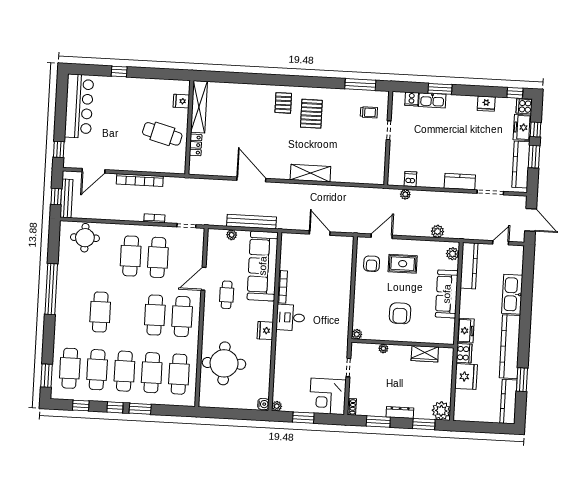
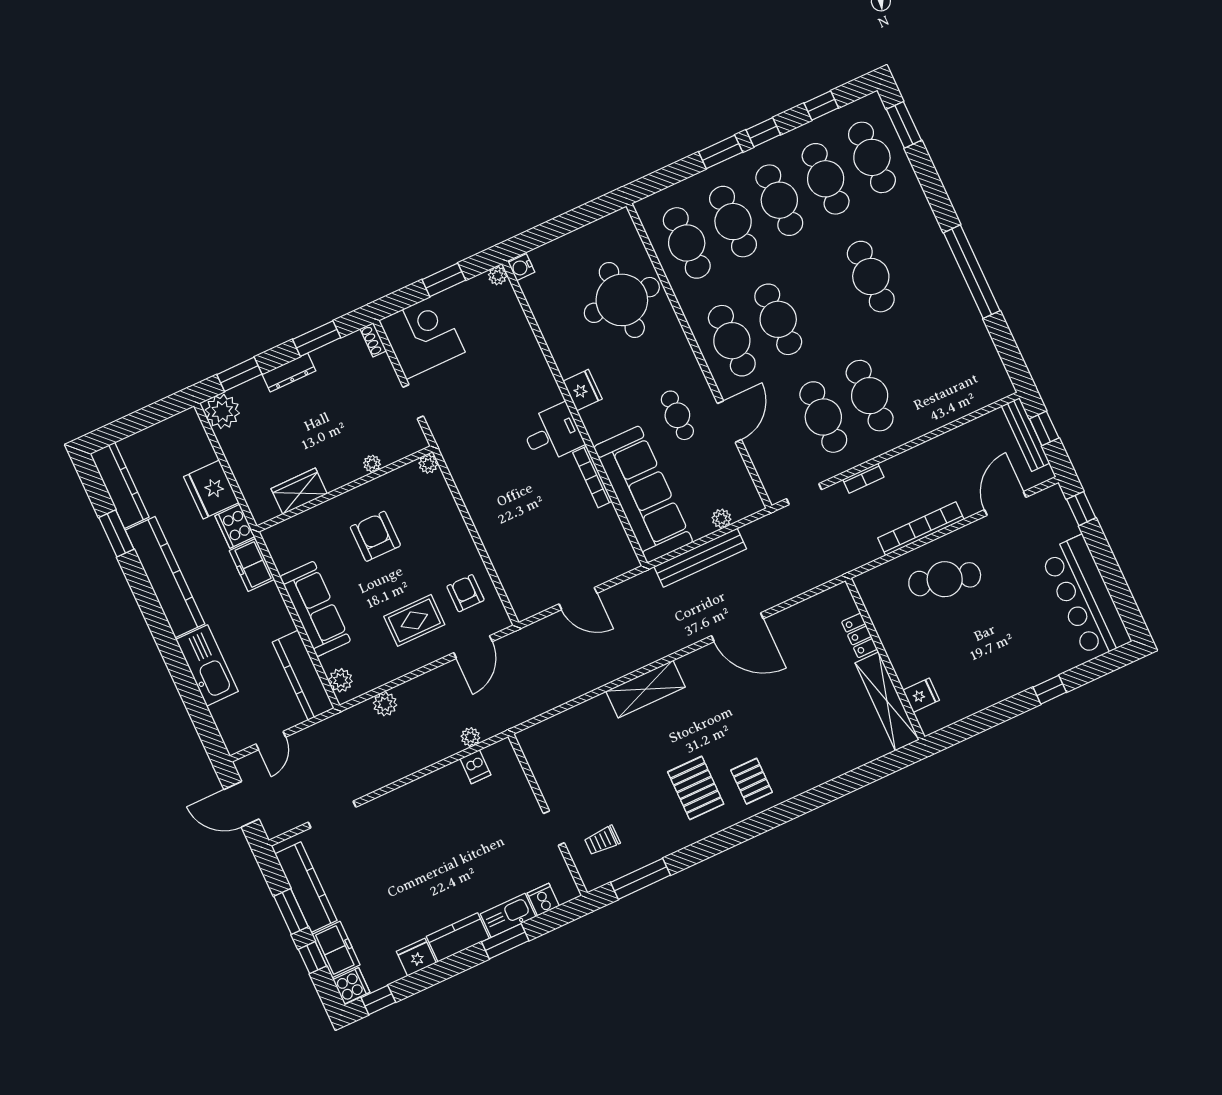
cafe table: (162, 134) -> (945, 579), moved
kitchen counter: (460, 182) -> (458, 937), moved, turned 180
round table: (85, 238) -> (961, 386), removed

